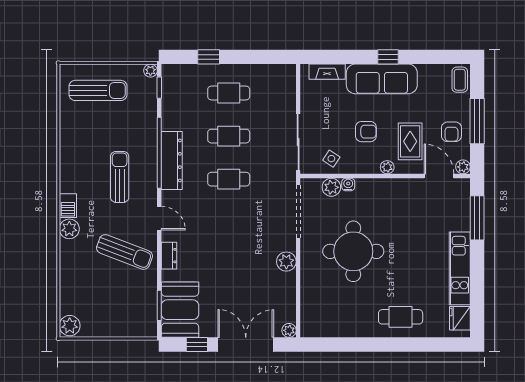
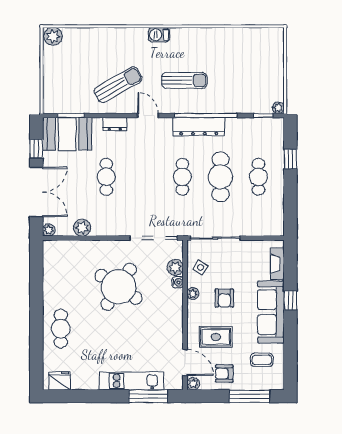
window: (388, 57) -> (290, 300), moved
coffee table: (460, 80) -> (262, 360), moved
sun lounger: (98, 90) -> (261, 61), removed
window: (477, 121) -> (250, 396), moved
cafe table: (229, 136) -> (220, 177), width x1.37, depth x1.35
plant: (387, 167) -> (193, 294), moved
door: (439, 176) -> (185, 363), hinge flipped
door: (159, 218) -> (148, 115), swing flipped
plant: (69, 229) -> (138, 36), removed
round table: (353, 251) -> (119, 287), turned 33
sun lounger: (124, 252) -> (118, 85), turned -141
plant: (286, 262) -> (82, 228), moved
cafe table: (229, 265) -> (106, 177), added
kitchen unit: (460, 268) -> (131, 381), moved

